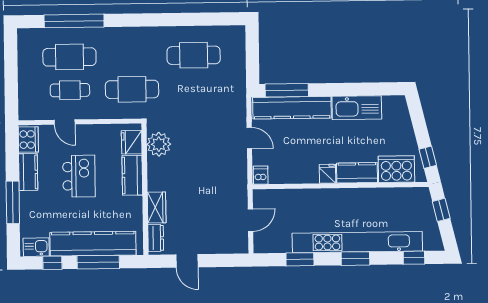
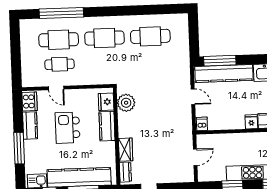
cafe table: (132, 89) -> (104, 38), moved
kitchen island: (79, 176) -> (68, 128), turned 180

